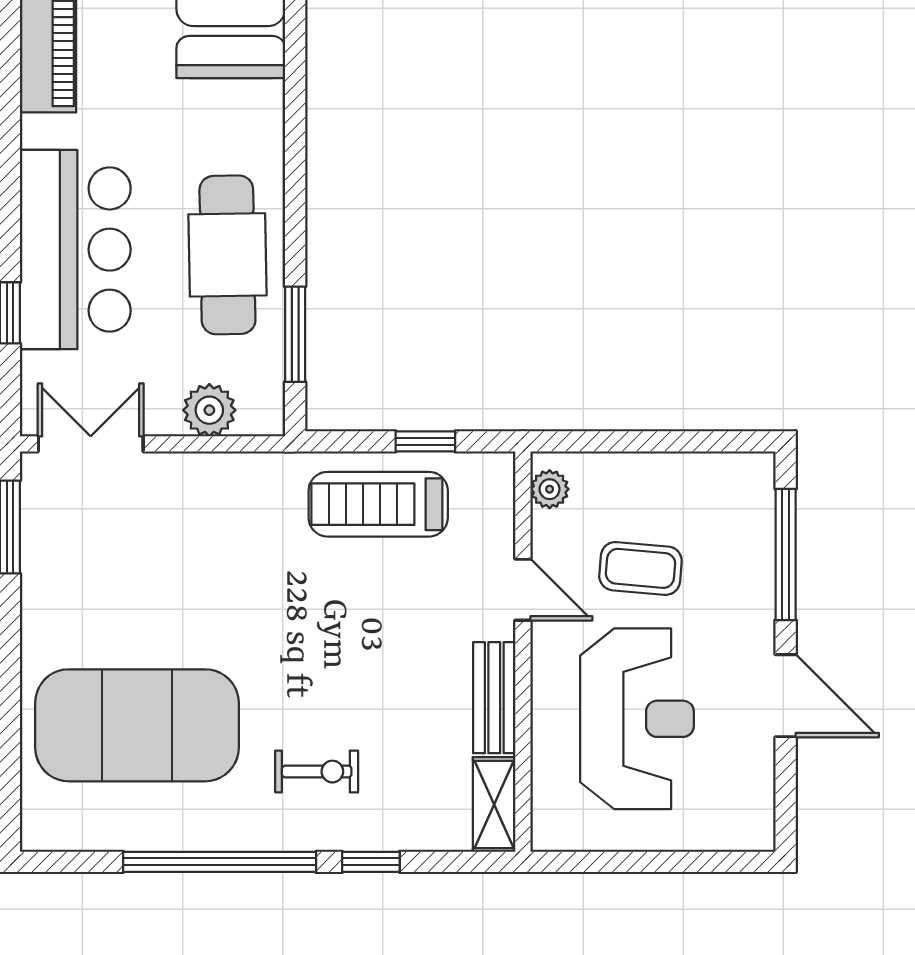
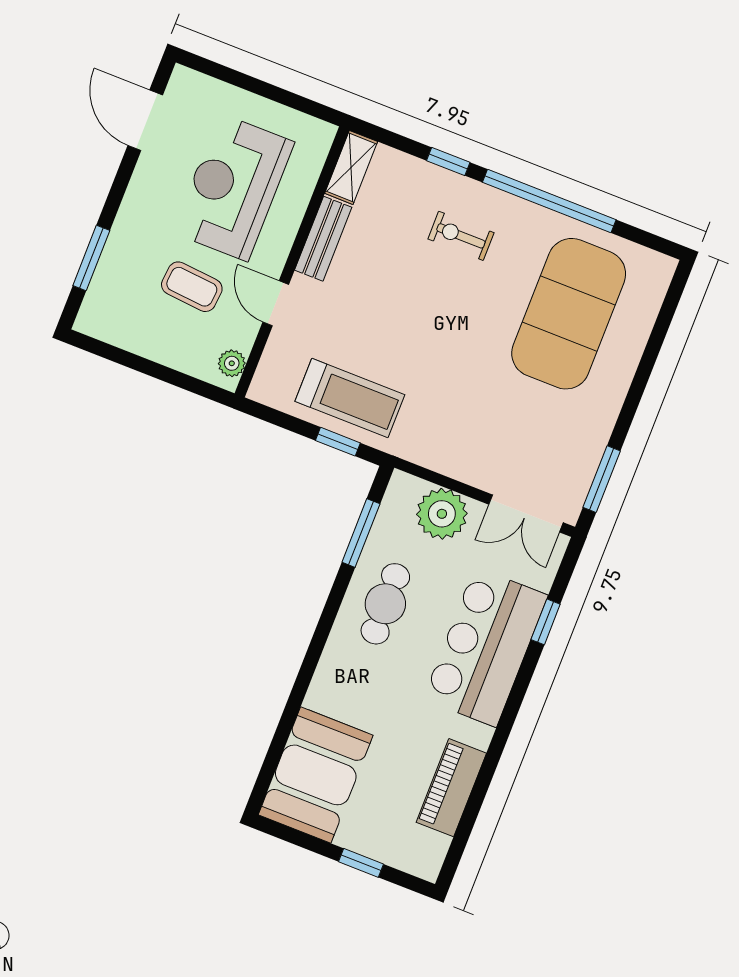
cafe table: (227, 255) -> (385, 604), width x0.73, depth x0.74
plant: (209, 410) -> (442, 514), width x1.36, depth x1.36
window: (425, 441) -> (338, 442), moved
window: (786, 555) -> (91, 258), width x0.69
door: (786, 696) -> (145, 120), moved
exercise mat: (137, 725) -> (569, 314), turned 90

